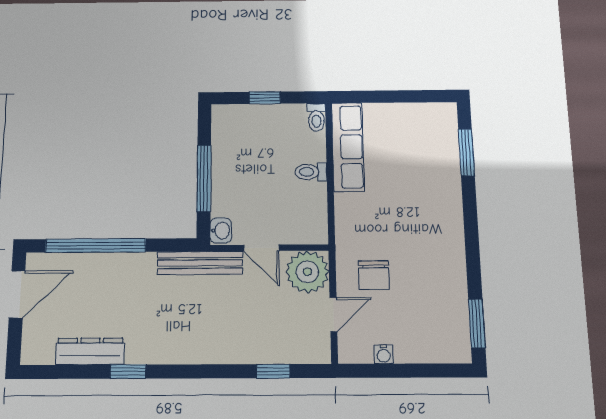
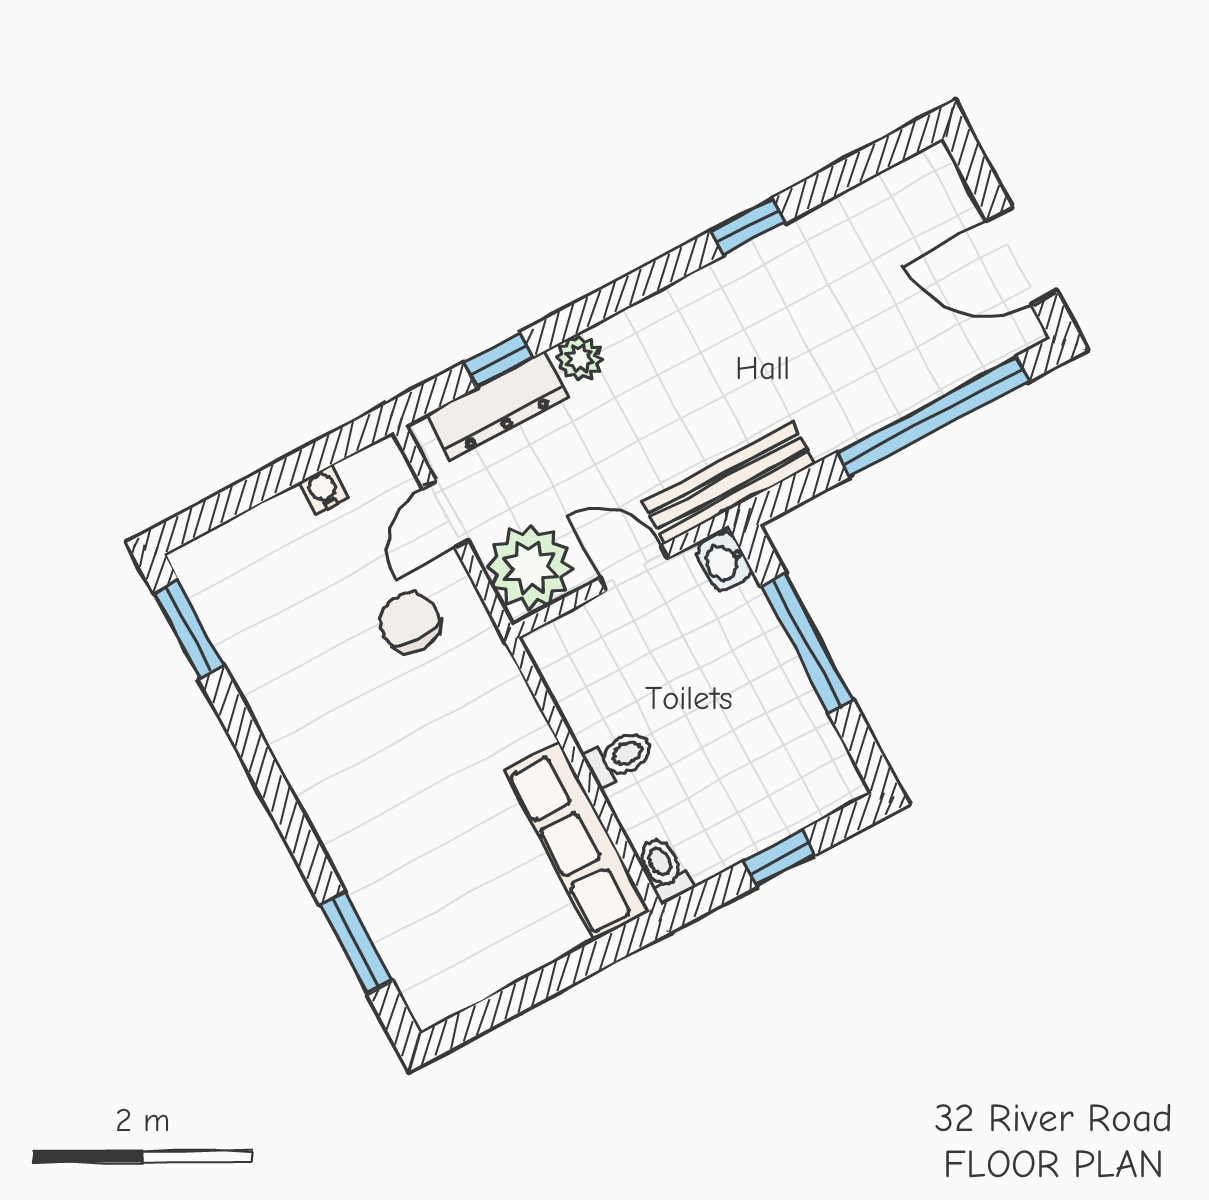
door: (17, 294) -> (1022, 256), hinge flipped
dresser: (90, 351) -> (497, 406), moved
plant: (236, 353) -> (579, 358), added

